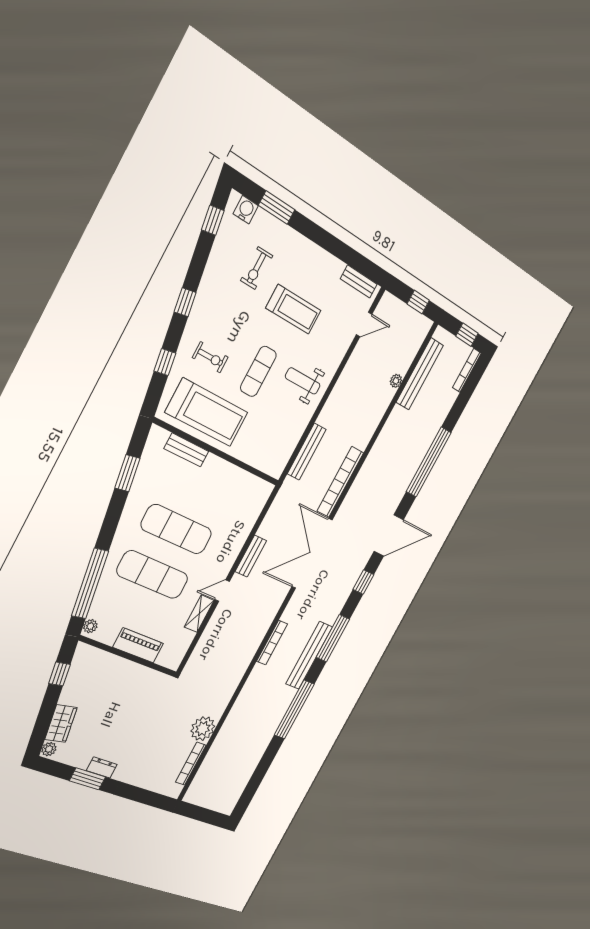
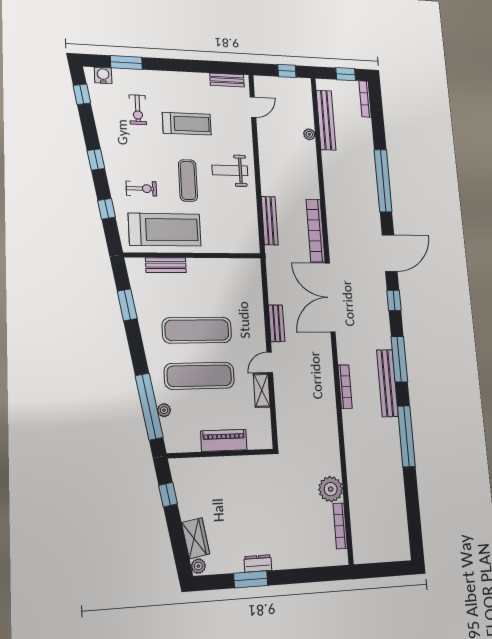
plant: (90, 626) -> (164, 410), moved

